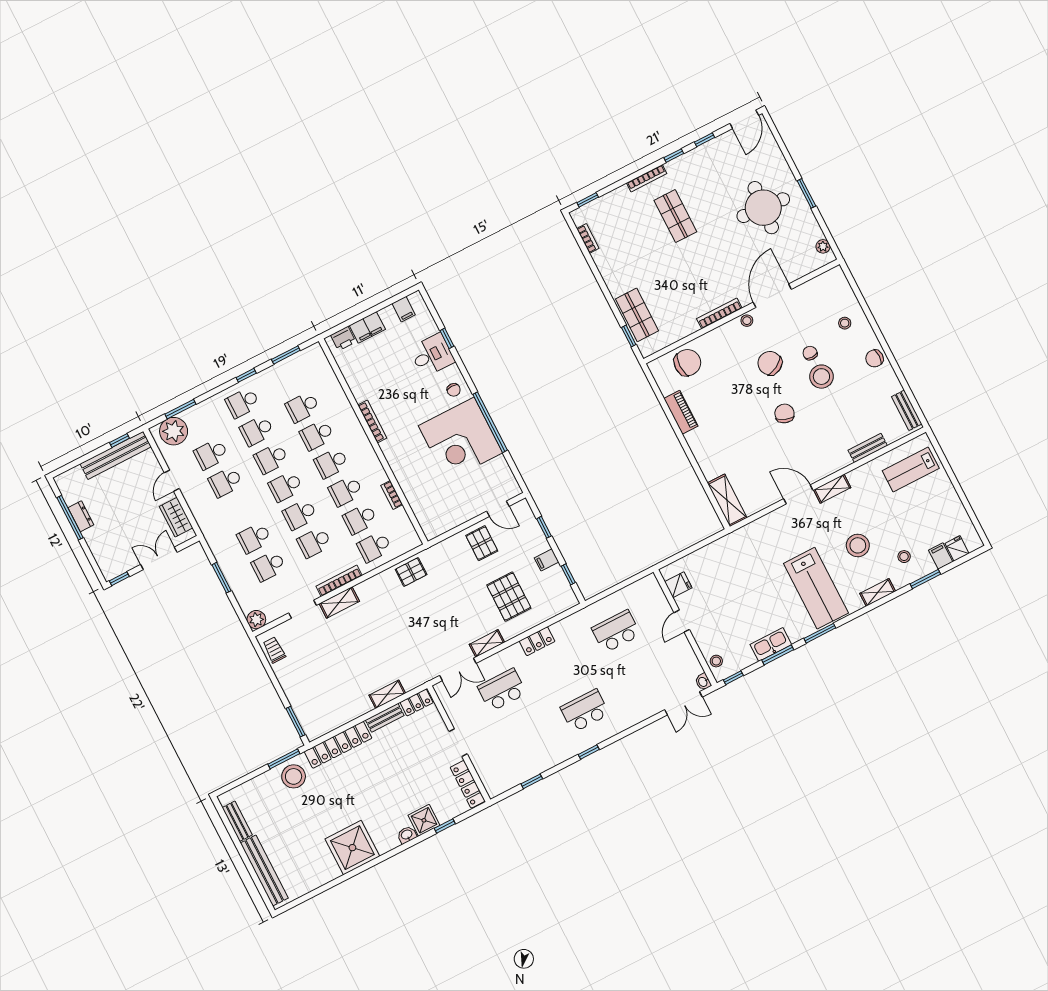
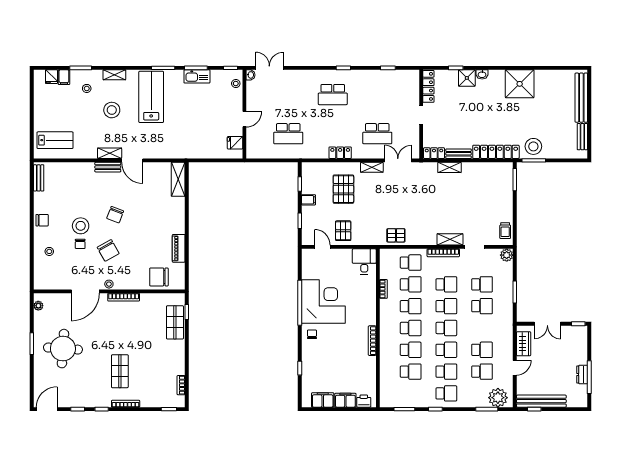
filing cabinet: (404, 309) -> (323, 400), width x2.00
desk: (432, 355) -> (364, 261), moved, turned 90
bench: (868, 448) -> (108, 167), moved

